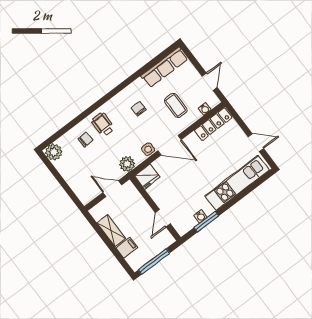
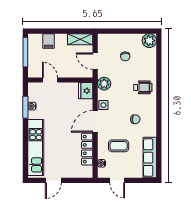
locker: (213, 124) -> (87, 149), moved
chair: (86, 139) -> (125, 56), moved
door: (112, 189) -> (95, 61), swing flipped
shelving: (111, 231) -> (80, 39), moved

